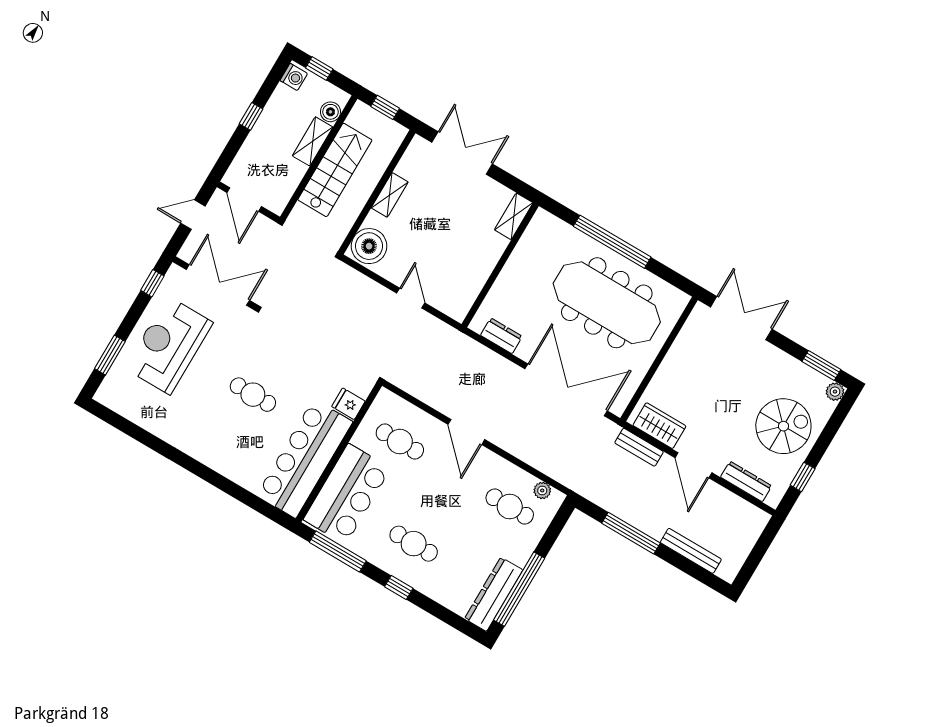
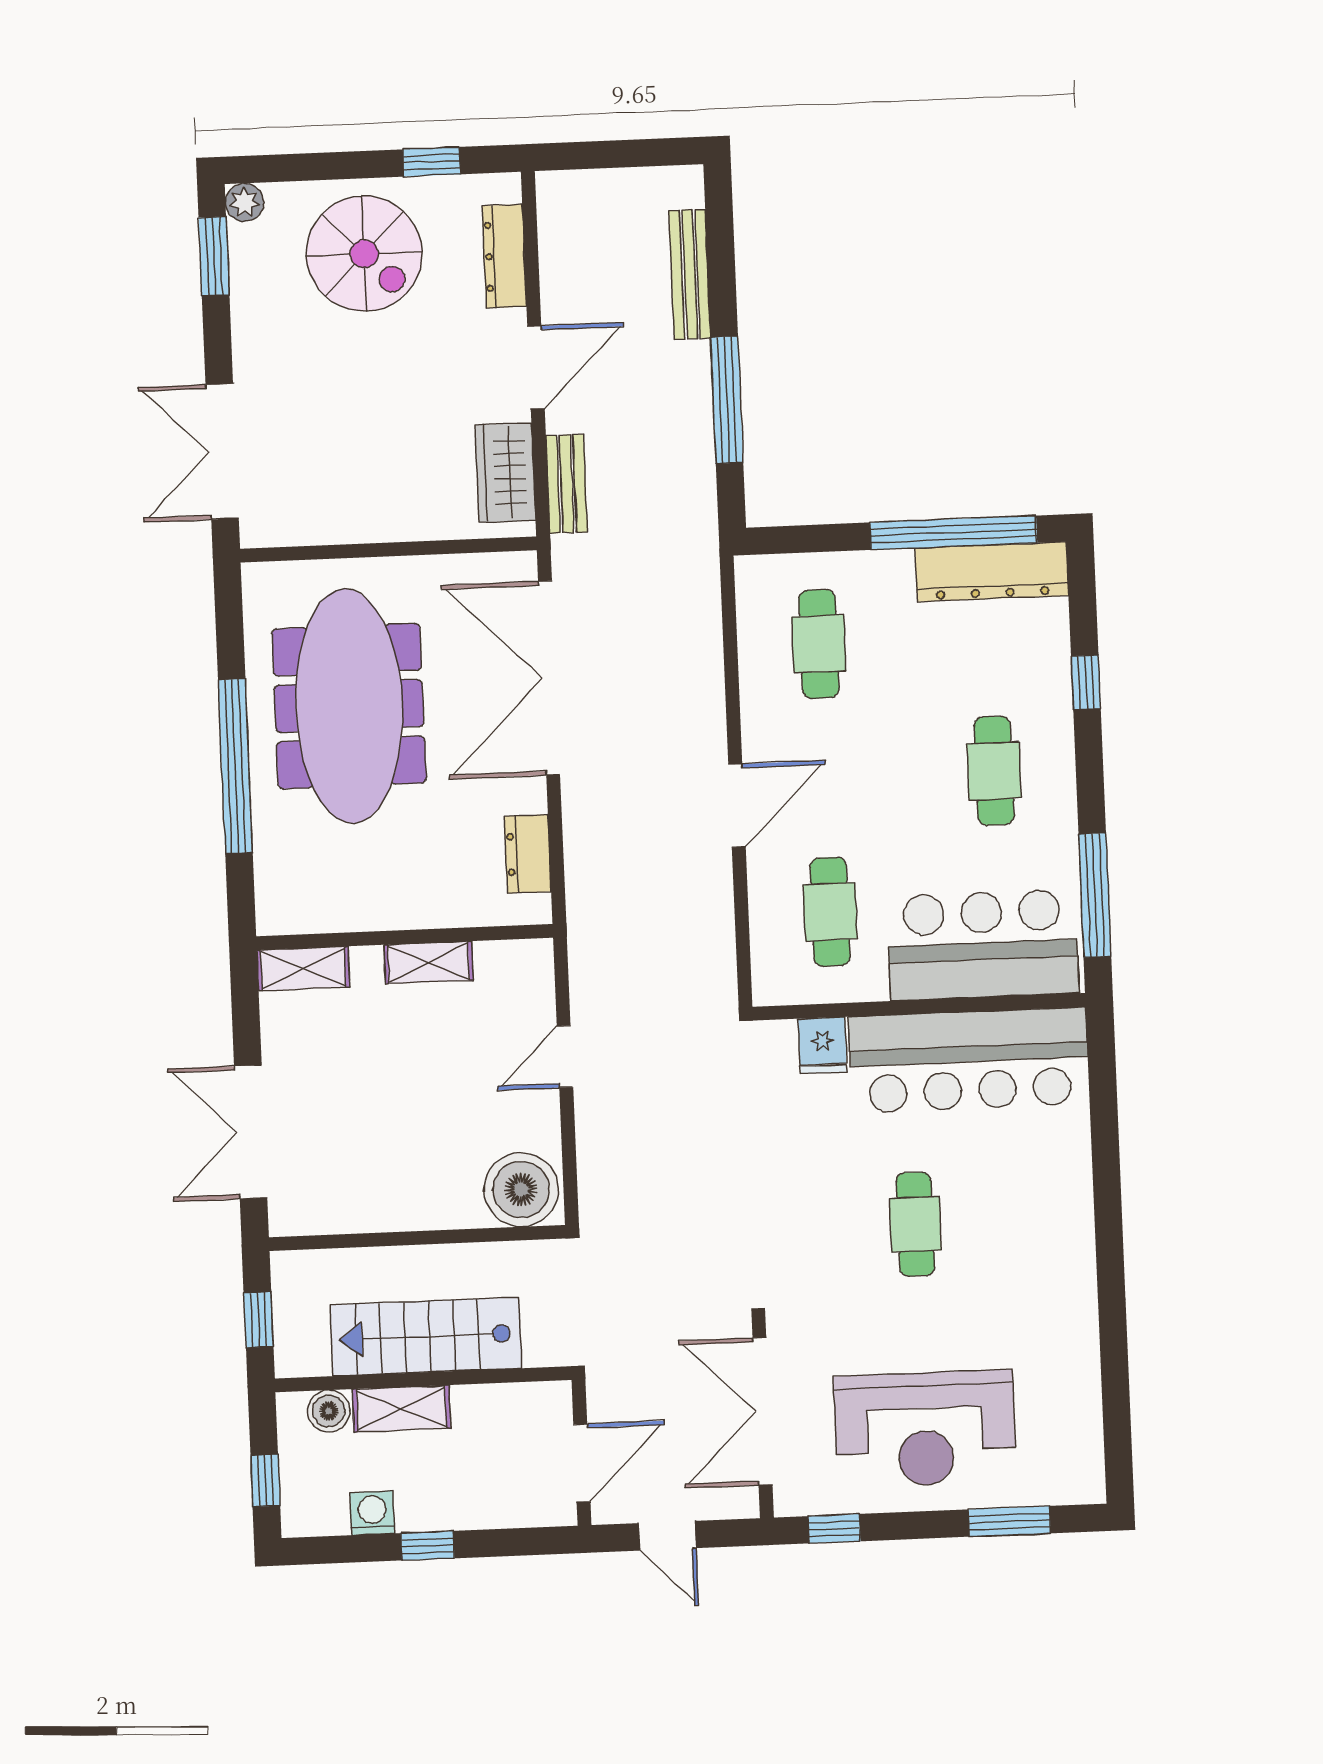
washing machine: (294, 77) -> (372, 1513), moved
shelving: (390, 195) -> (428, 963), moved
spiral stairs: (783, 426) -> (364, 254), turned 180
plant: (542, 490) -> (753, 605), removed
window: (399, 588) -> (1086, 682), moved

